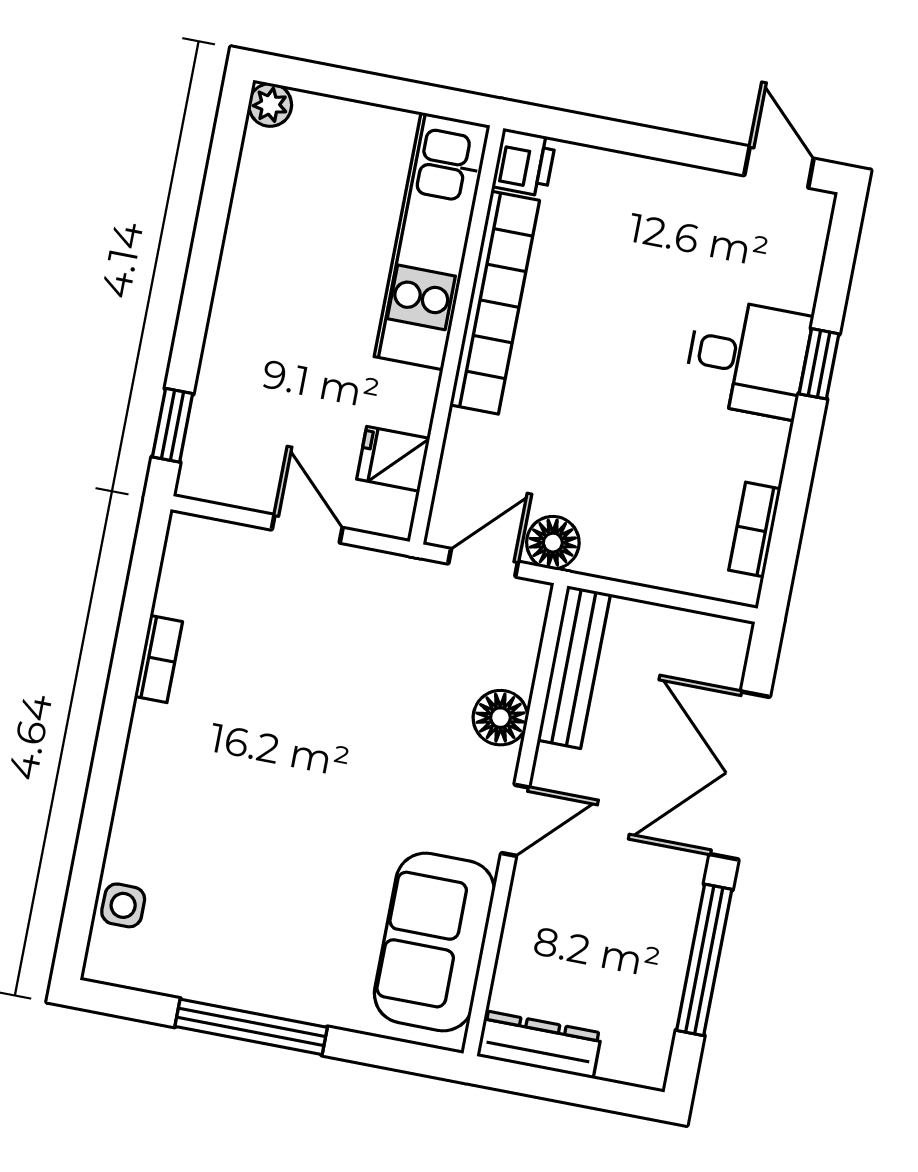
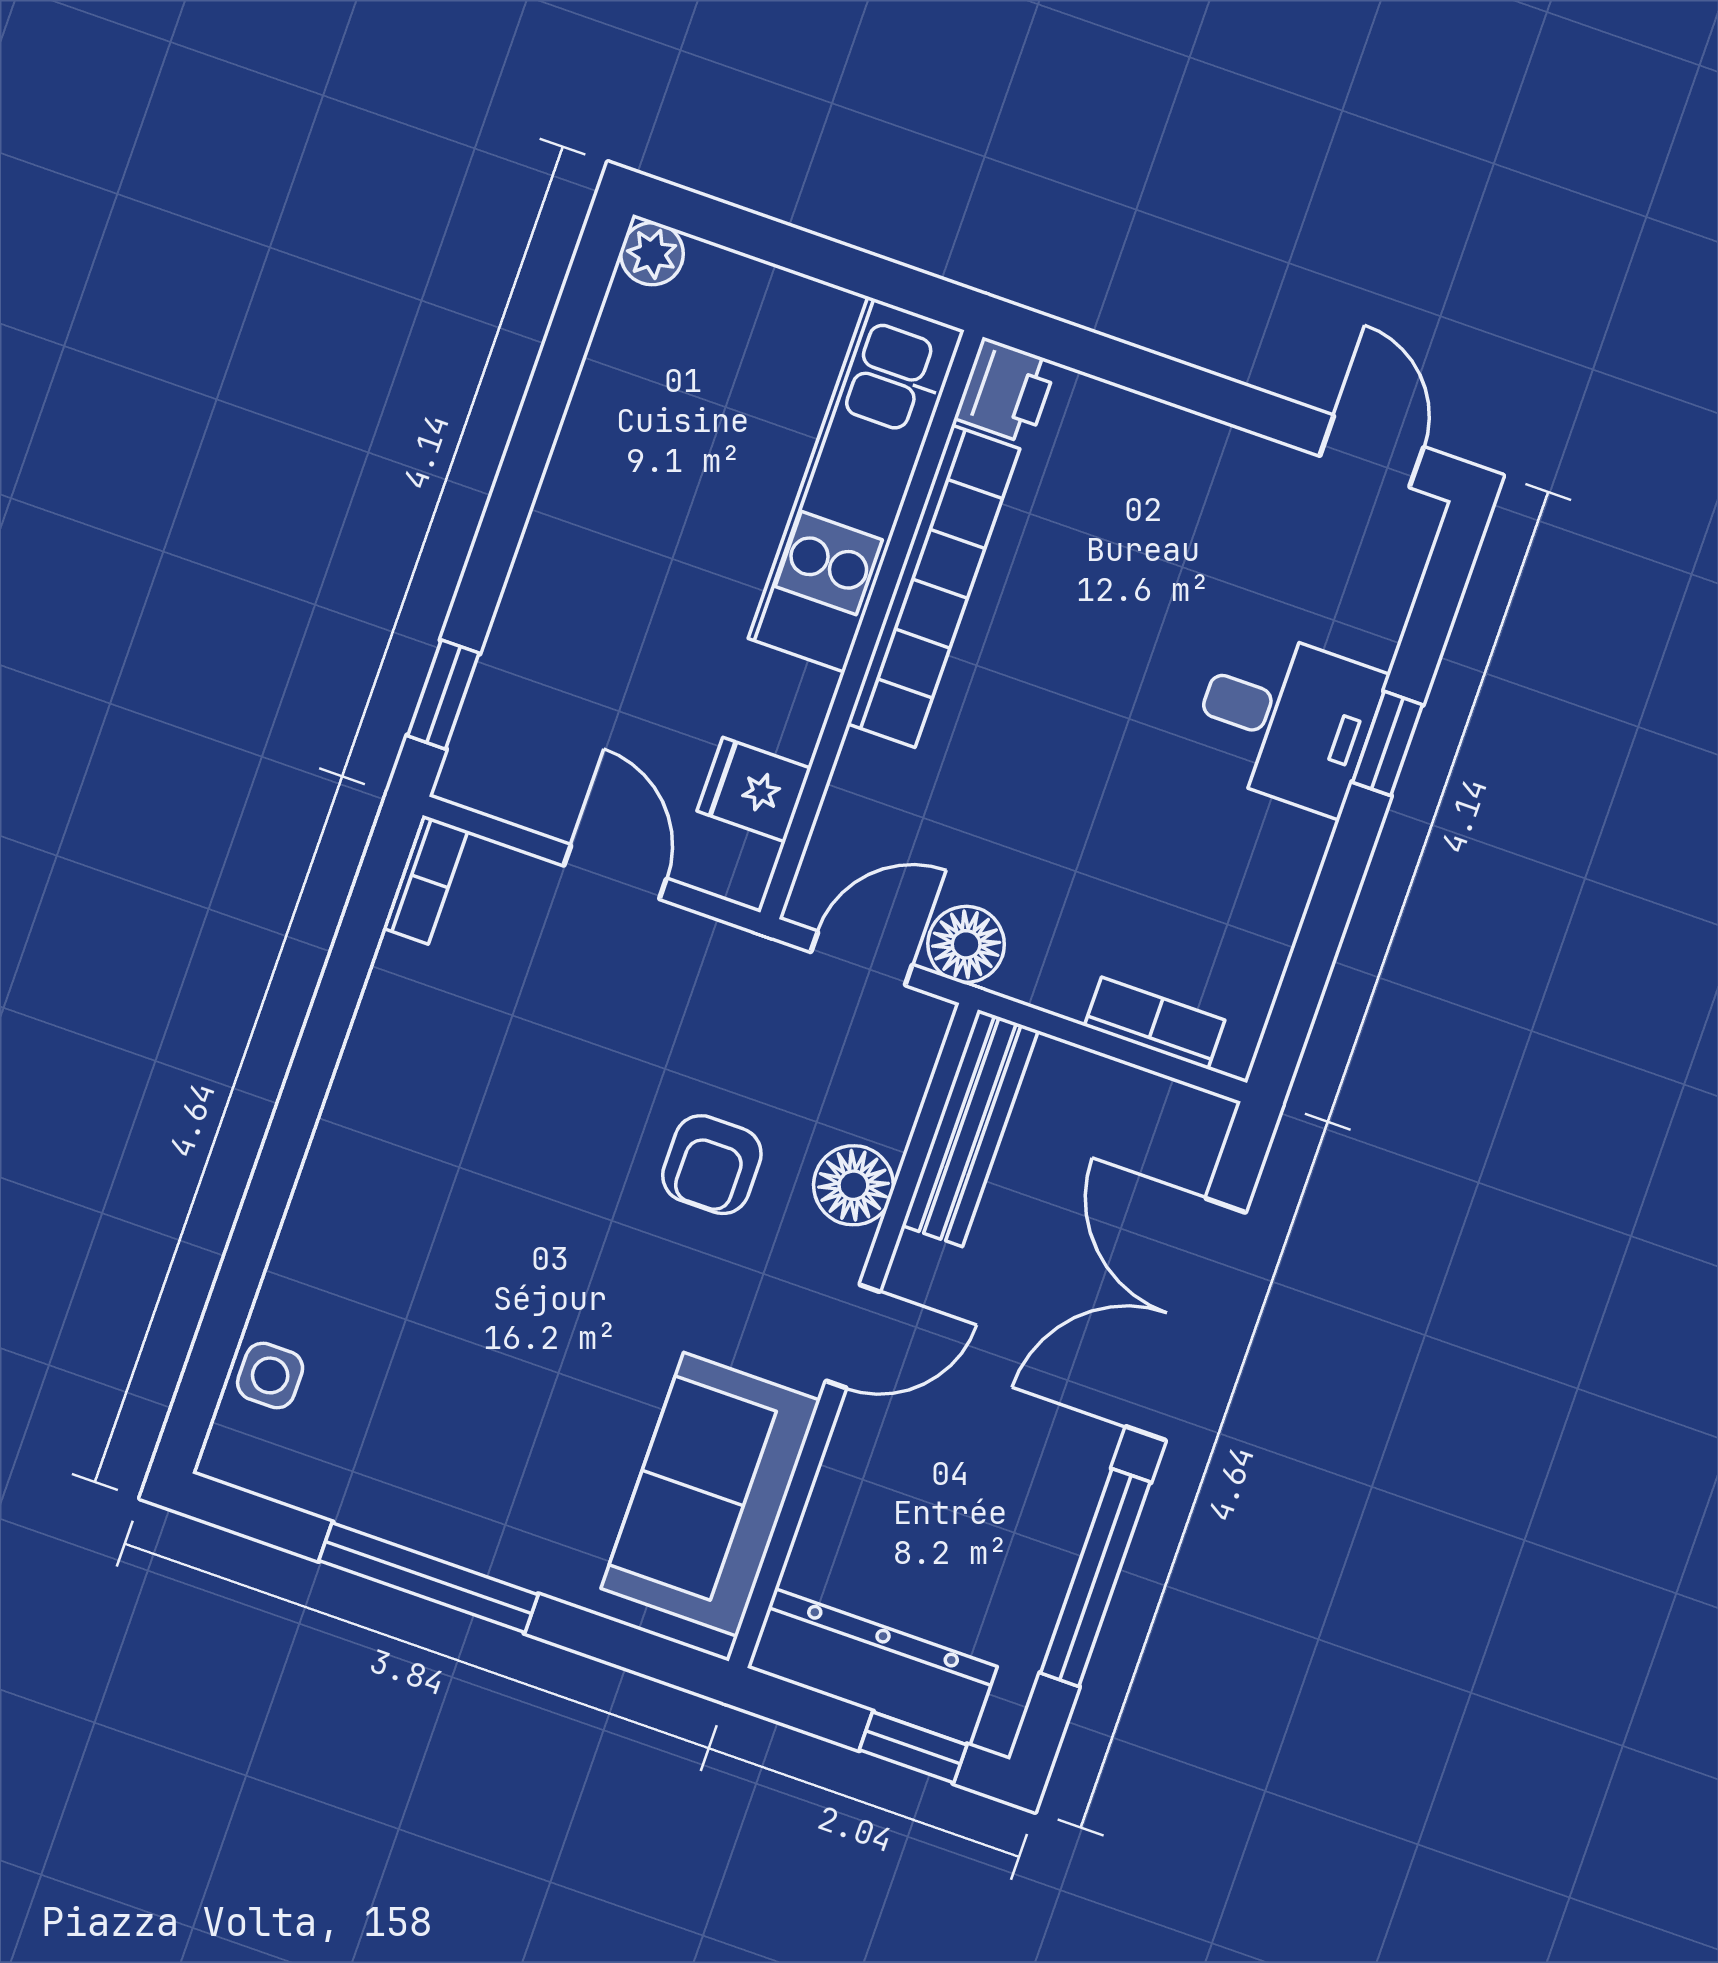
bookcase: (755, 529) -> (1155, 1023), moved, turned 90
bookcase: (158, 659) -> (425, 880), moved
armchair: (402, 718) -> (712, 1165), added
dresser: (539, 1045) -> (872, 1667), width x1.37, depth x1.24
window: (597, 1094) -> (913, 1747), added

